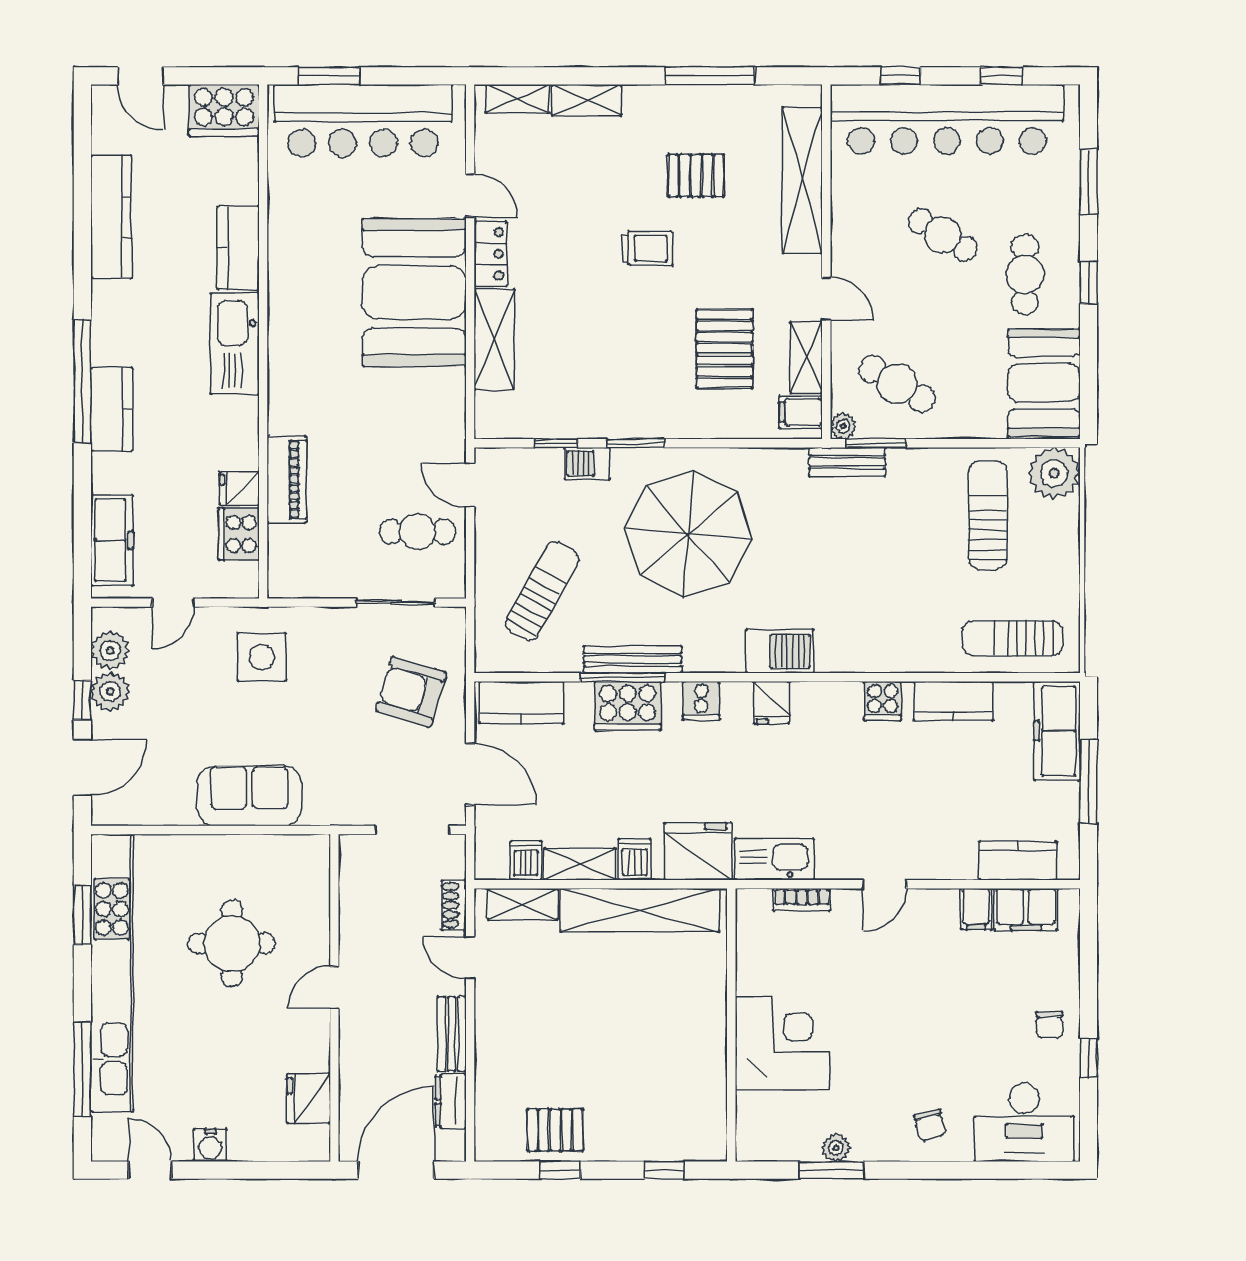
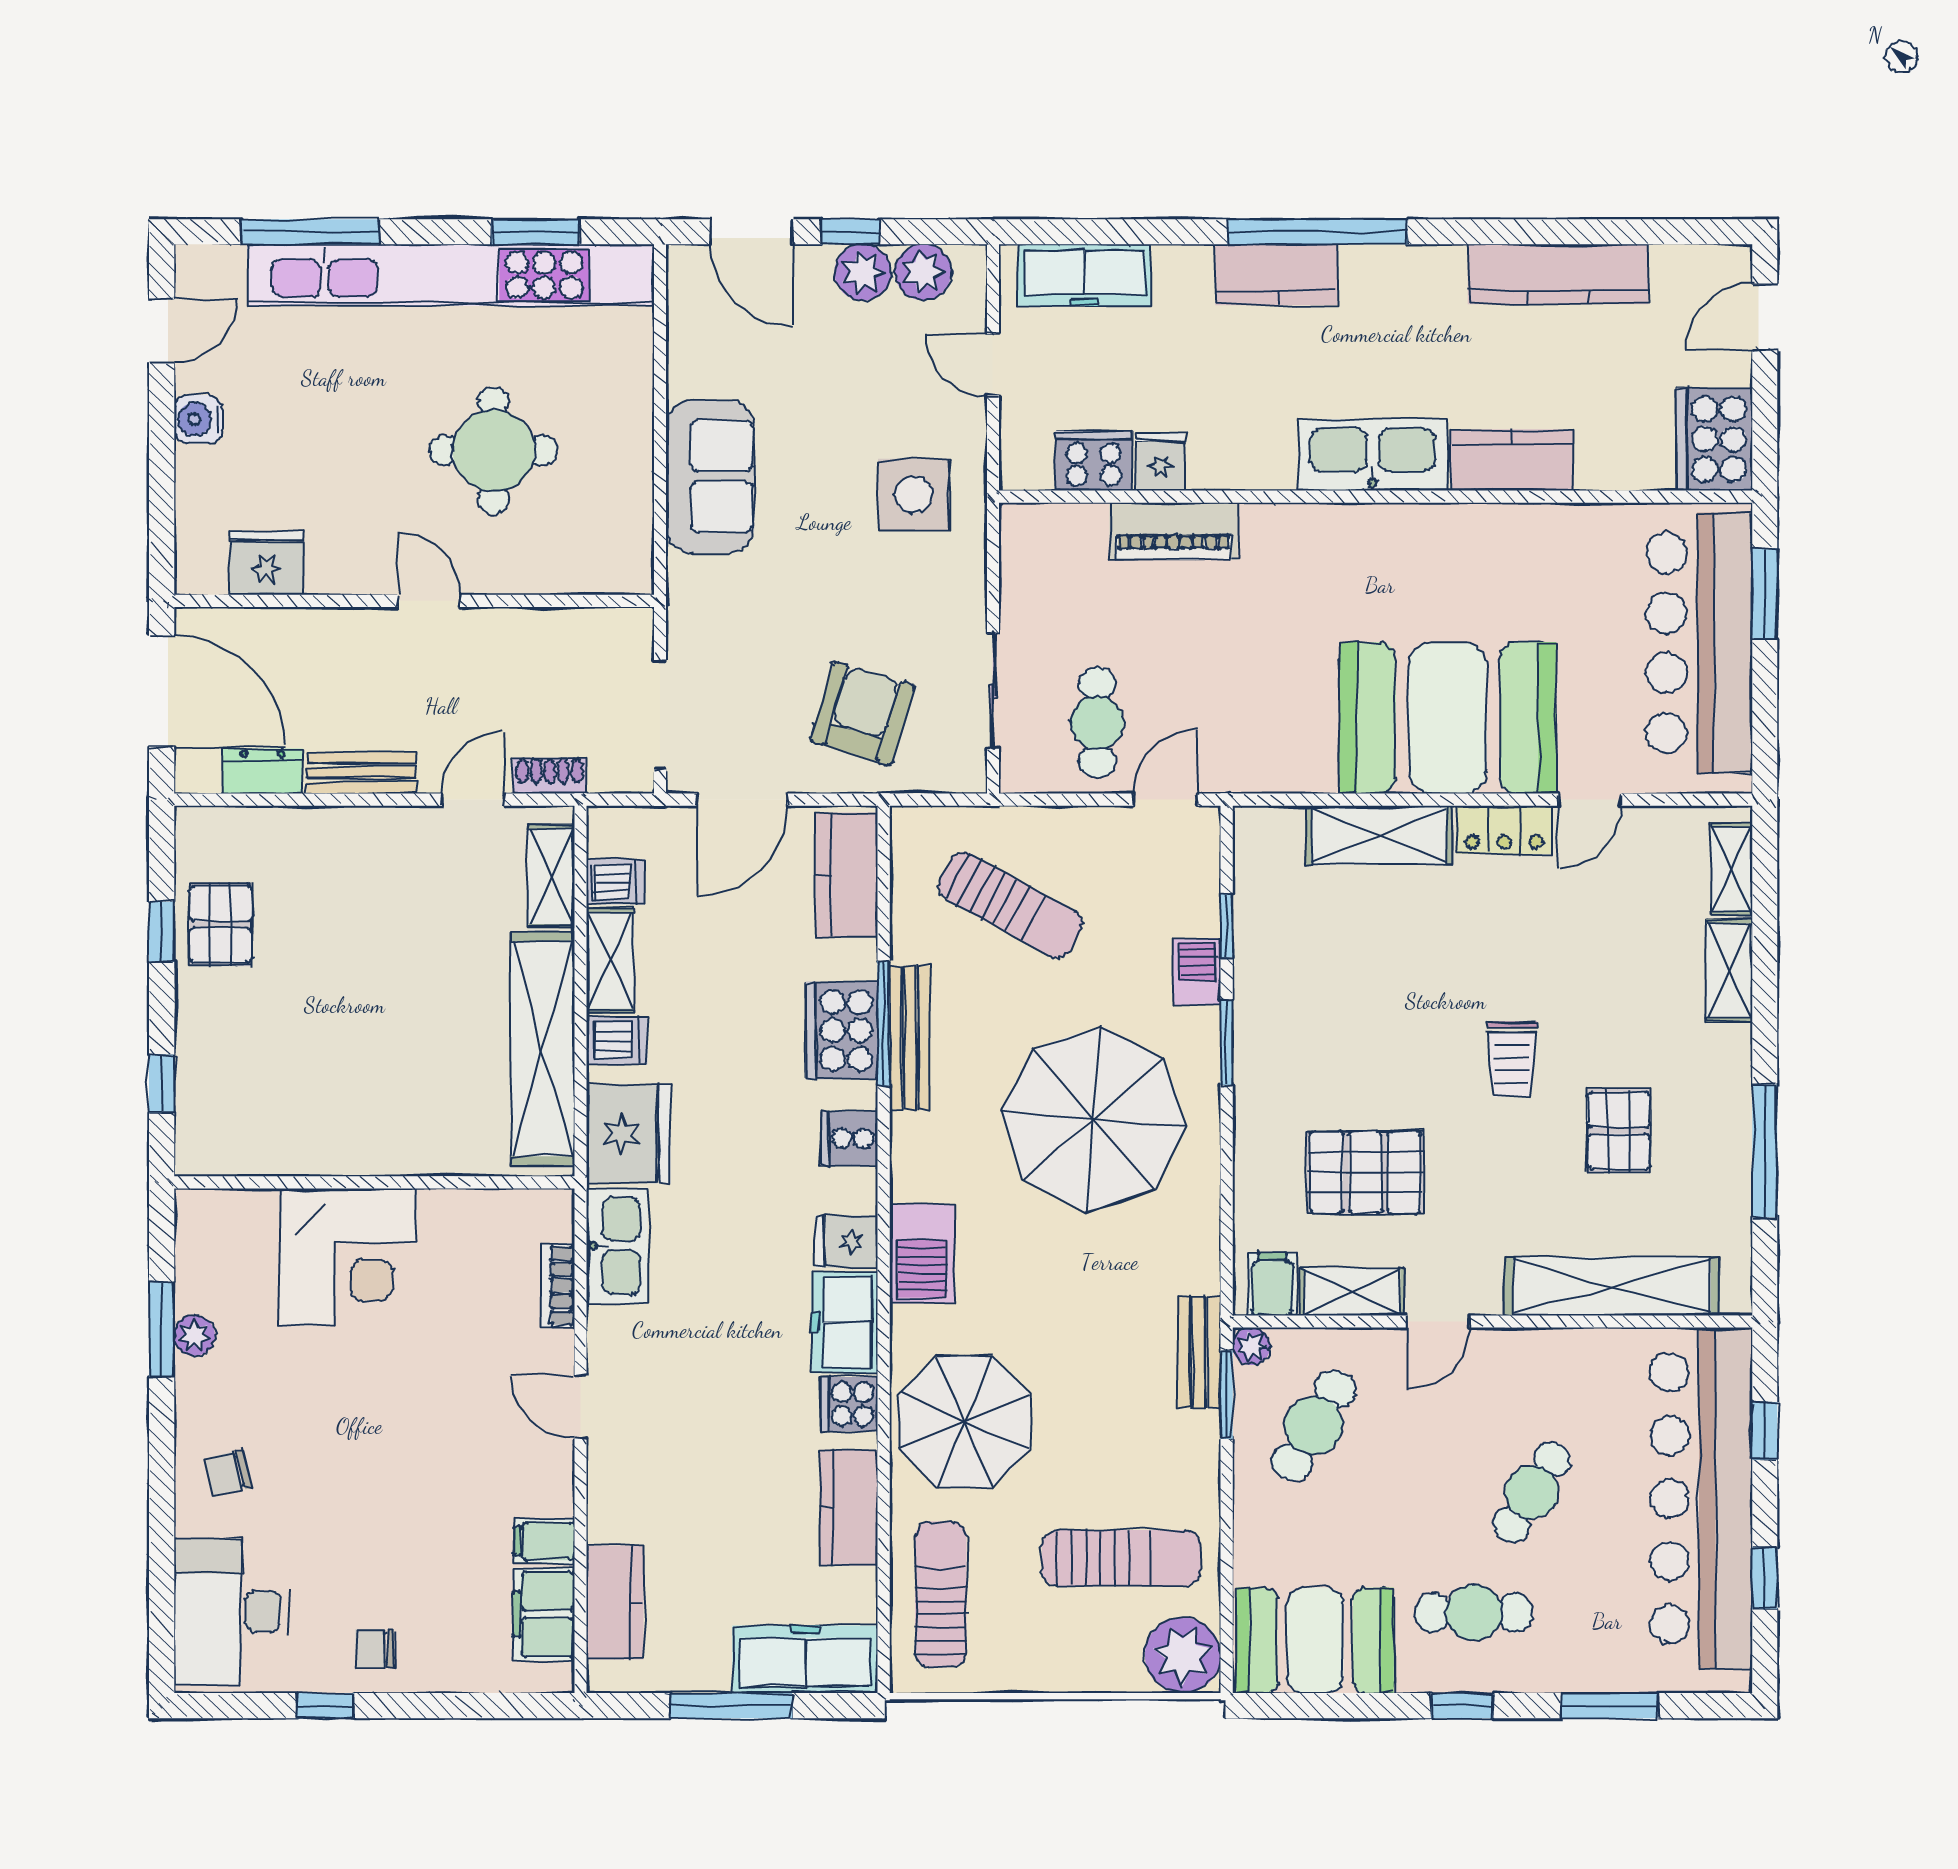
parasol: (895, 622) -> (965, 1422), added
freezer: (827, 704) -> (845, 1322), added

